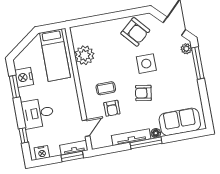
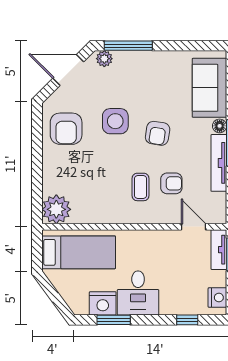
armchair: (135, 32) -> (66, 129), turned 131
plant: (84, 55) -> (56, 209), moved
desk: (38, 113) -> (138, 293), moved

